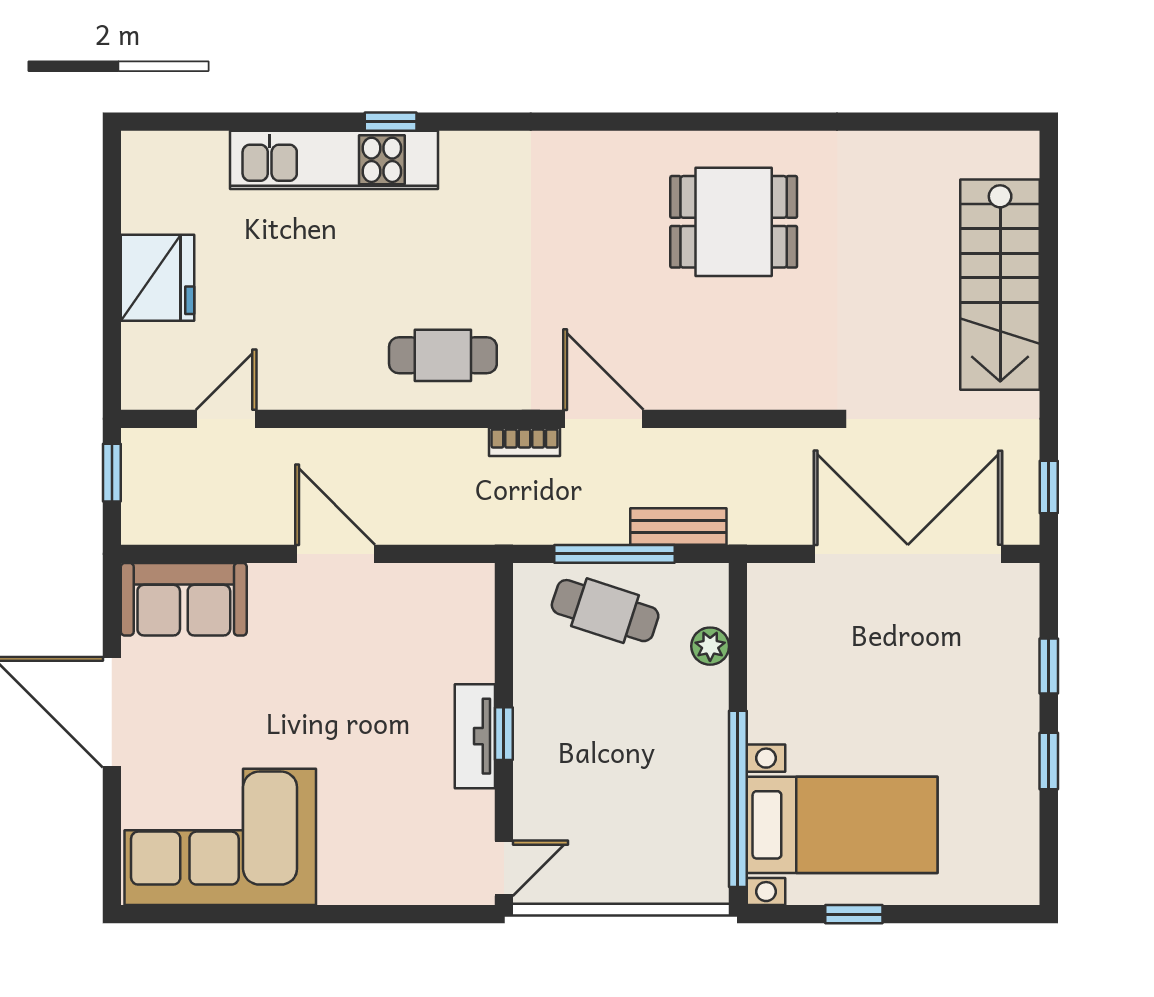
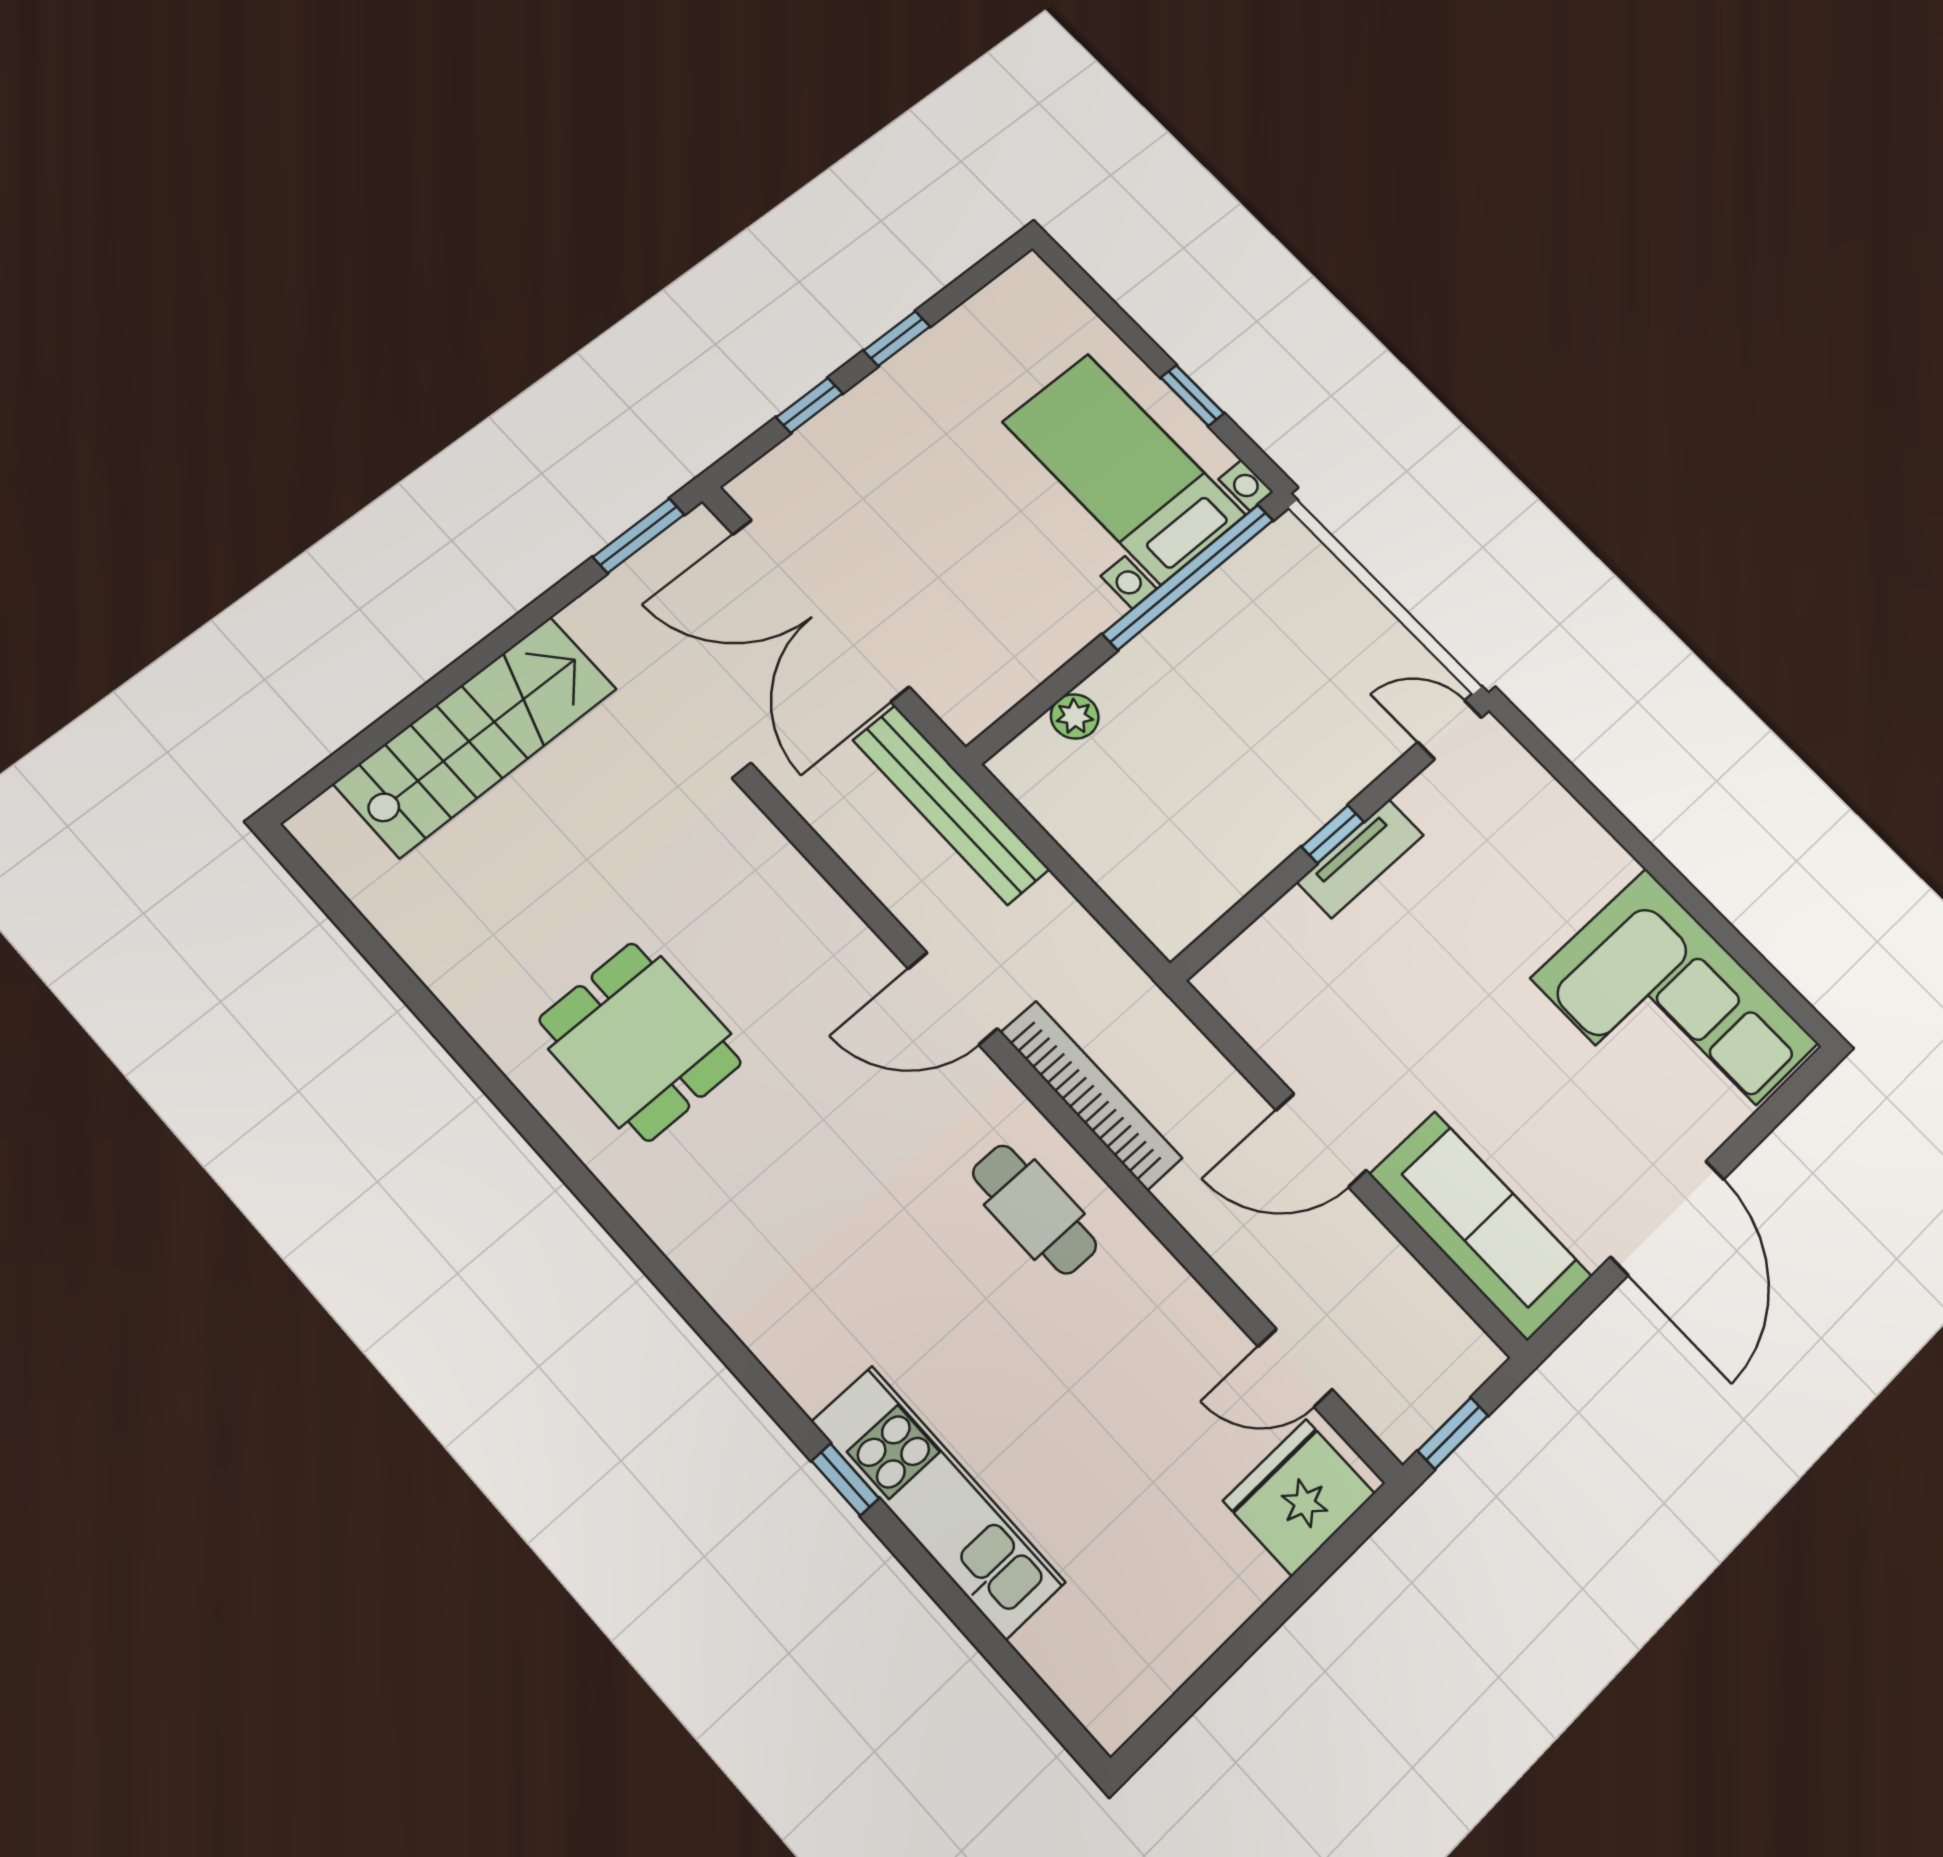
fridge: (158, 278) -> (1299, 1497), moved
door: (603, 419) -> (953, 999), hinge flipped
bookcase: (525, 442) -> (1091, 1095), width x2.31, depth x1.31
window: (1049, 487) -> (639, 536), width x1.50
bench: (678, 527) -> (951, 804), width x1.86, depth x1.21
door: (335, 554) -> (1321, 1140), hinge flipped
window: (614, 554) -> (1072, 876), removed
sofa: (184, 599) -> (1480, 1225), width x1.36
cafe table: (605, 611) -> (1133, 840), removed

